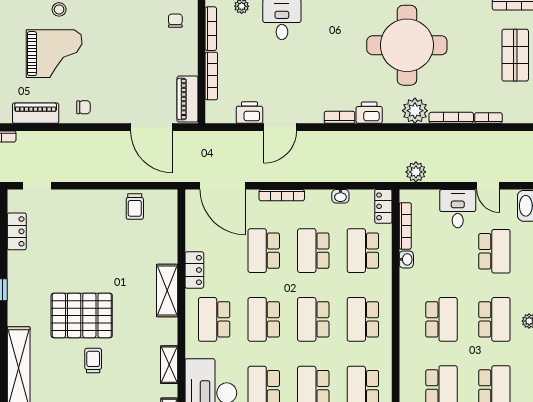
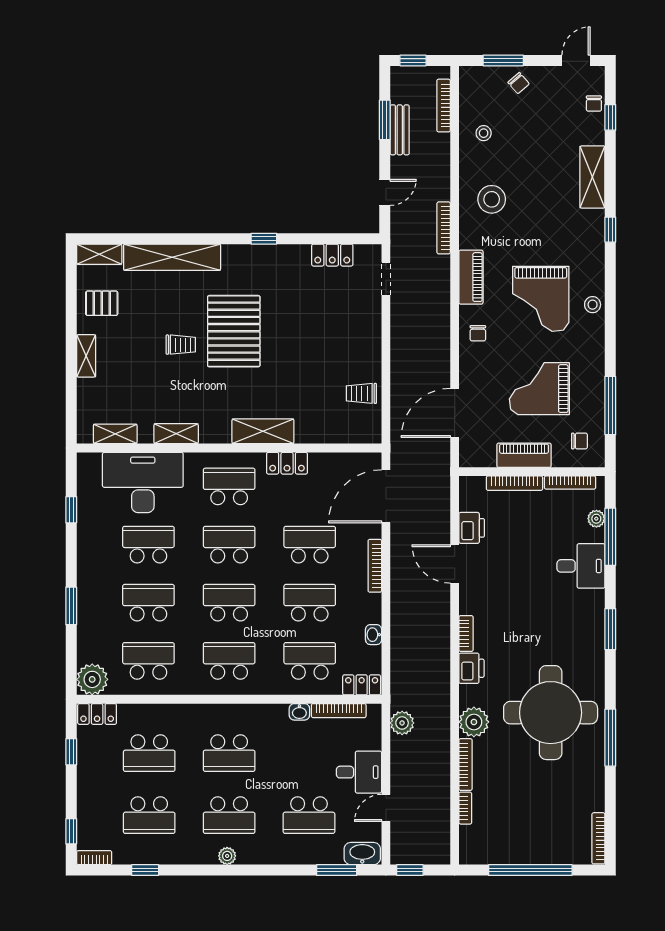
grand piano: (131, 55) -> (539, 389), added
shop shelf: (515, 55) -> (539, 840), removed
piano: (187, 99) -> (524, 455), moved

